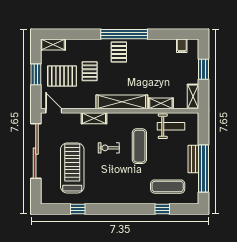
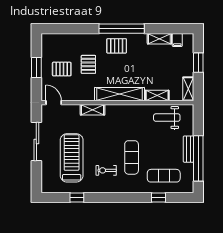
shelving: (53, 45) -> (159, 39), moved
pallet: (119, 52) -> (117, 46), turned 90
pallet: (62, 76) -> (62, 69), width x0.67, depth x0.71
weight bench: (171, 126) -> (167, 118), turned 180
exercise mat: (139, 146) -> (132, 157), moved
exercise bike: (109, 148) -> (106, 170), moved
sliding door: (36, 151) -> (36, 141), width x0.73

